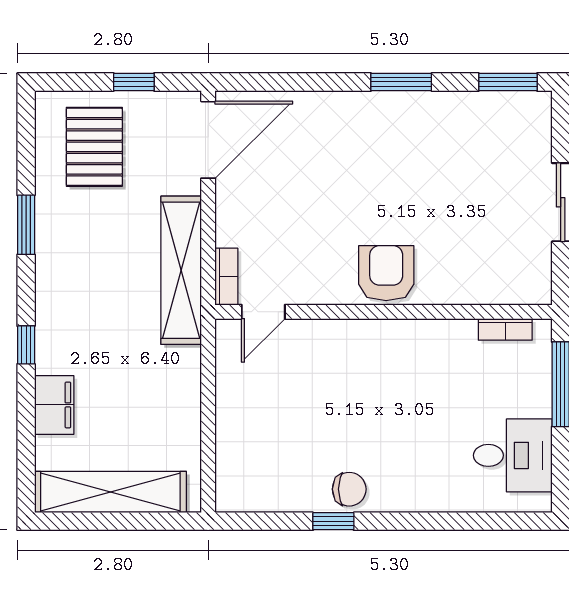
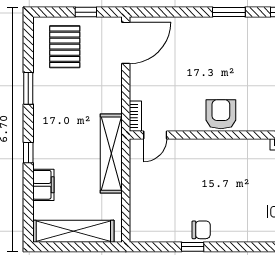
shelving: (181, 270) -> (111, 154), moved

